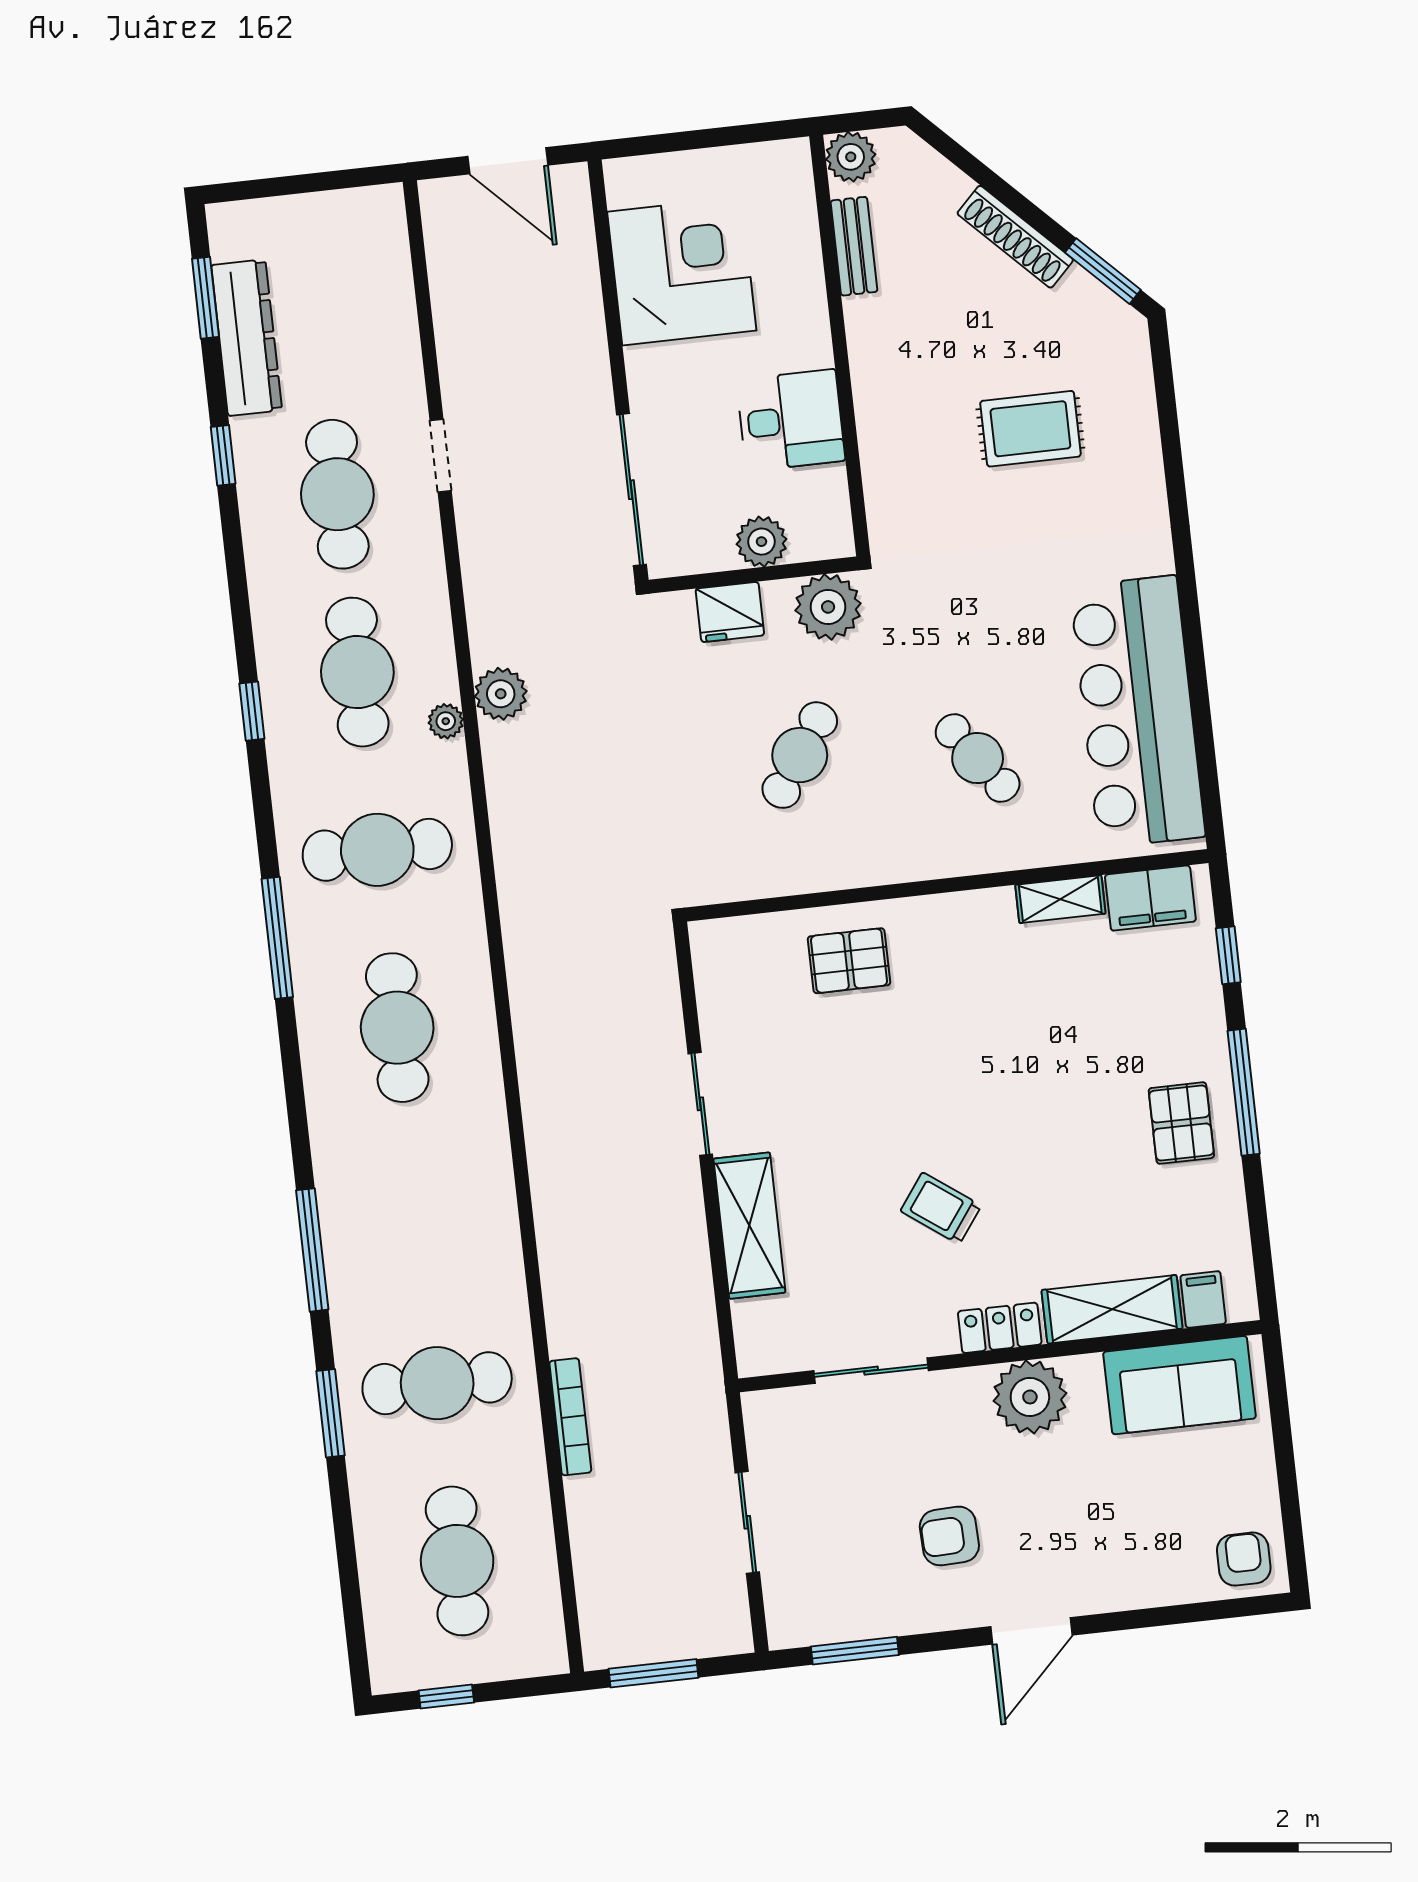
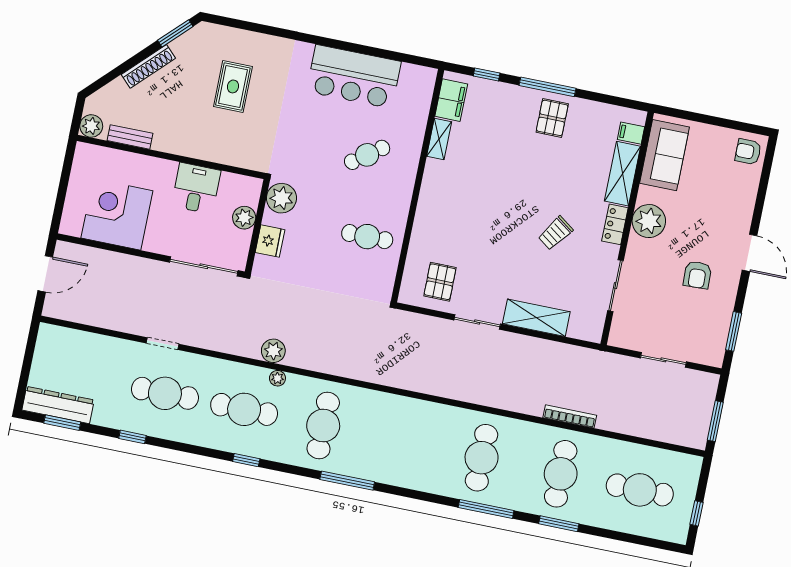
dresser: (247, 338) -> (58, 405), moved
bar counter: (1138, 712) -> (354, 77), width x0.73
cafe table: (800, 755) -> (367, 237), moved, turned -34
pallet: (849, 961) -> (440, 282), moved
cafe table: (397, 1028) -> (482, 458), moved, turned 90
pallet: (1181, 1123) -> (552, 118), turned 90
bookcase: (570, 1417) -> (570, 416), moved

